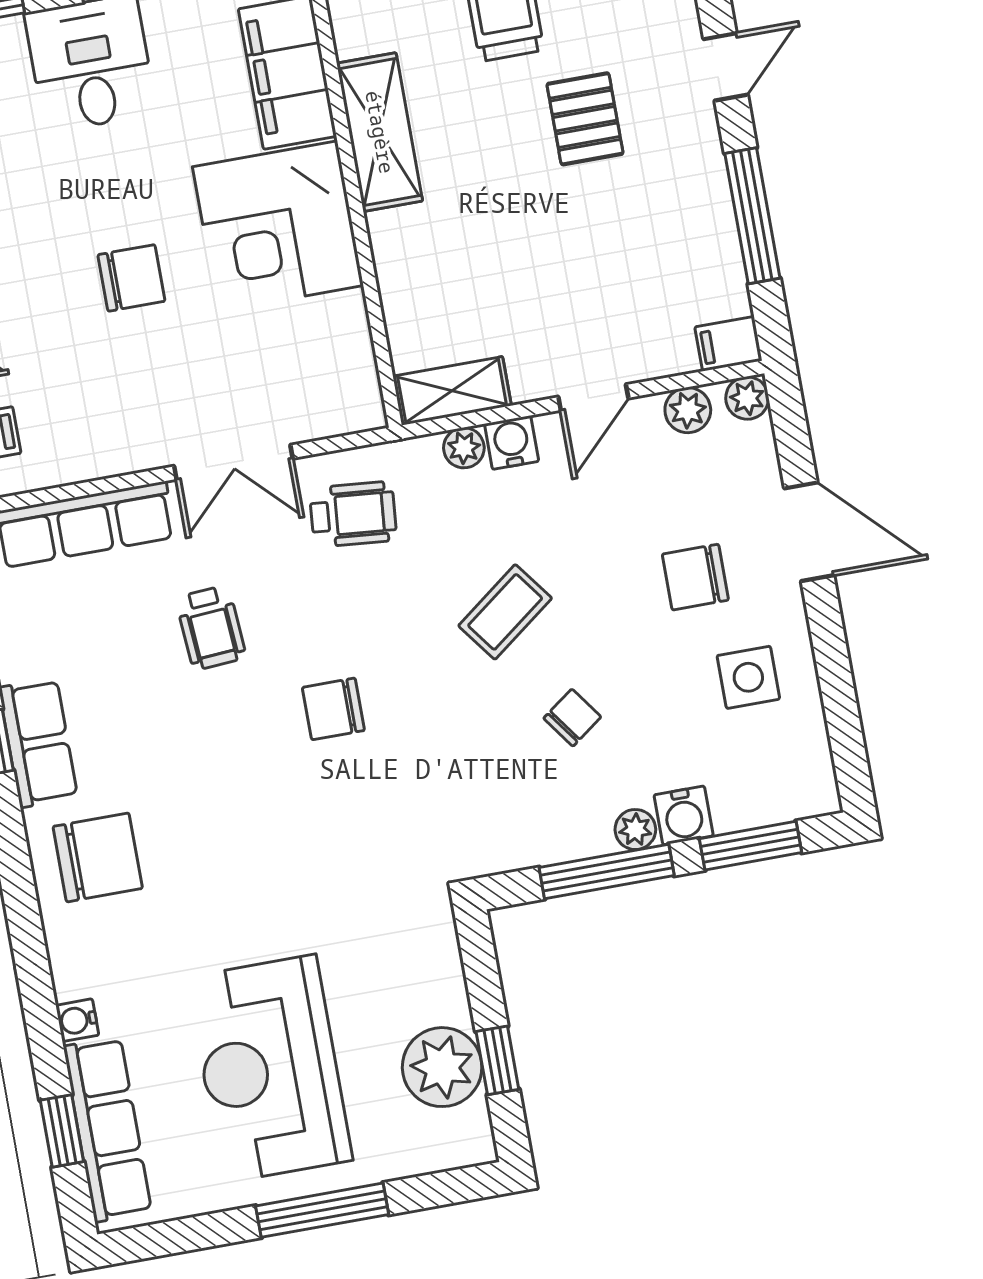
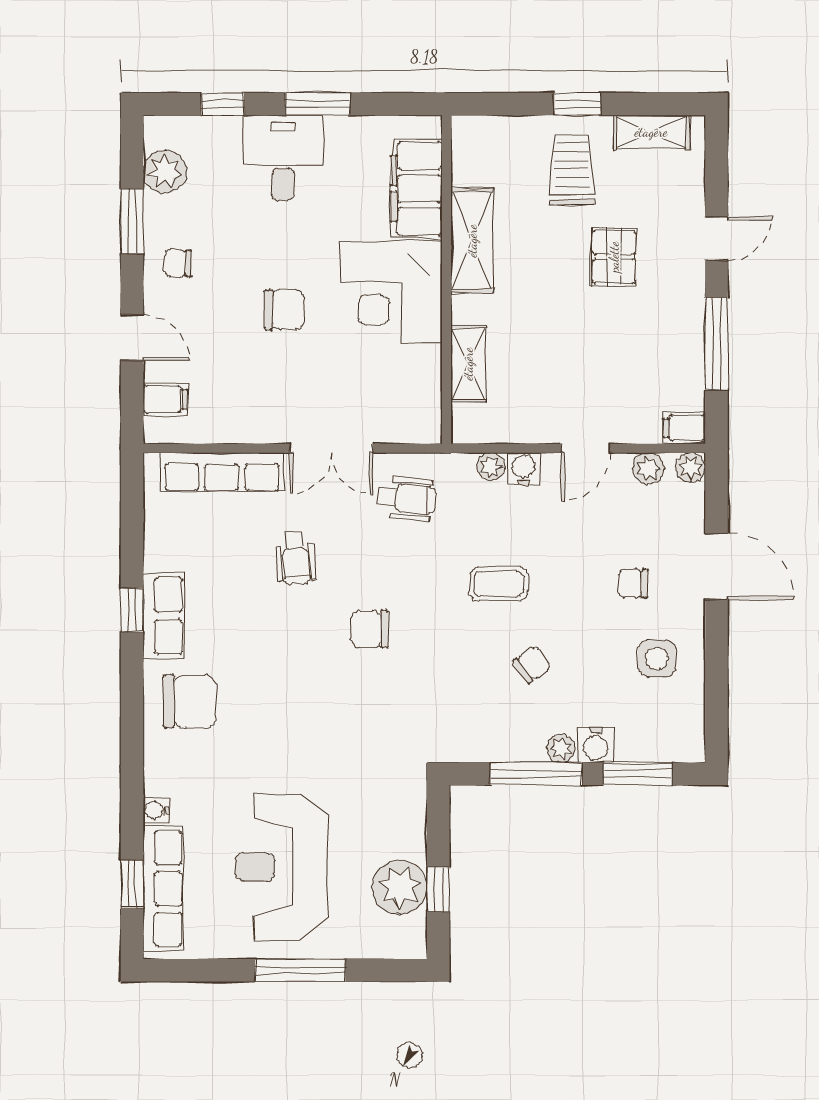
shelving: (452, 391) -> (468, 364), moved, turned 90
chair: (695, 577) -> (633, 583), width x0.73, depth x0.73
coffee table: (505, 612) -> (499, 584), turned 37

